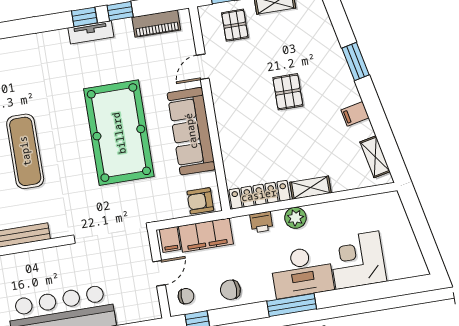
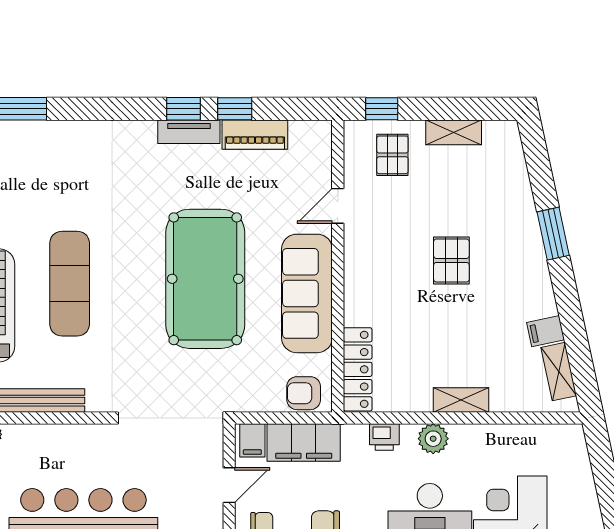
piano: (156, 24) -> (255, 135), moved
filing cabinet: (355, 114) -> (546, 331), moved
locker: (259, 195) -> (358, 369), moved, turned 90

